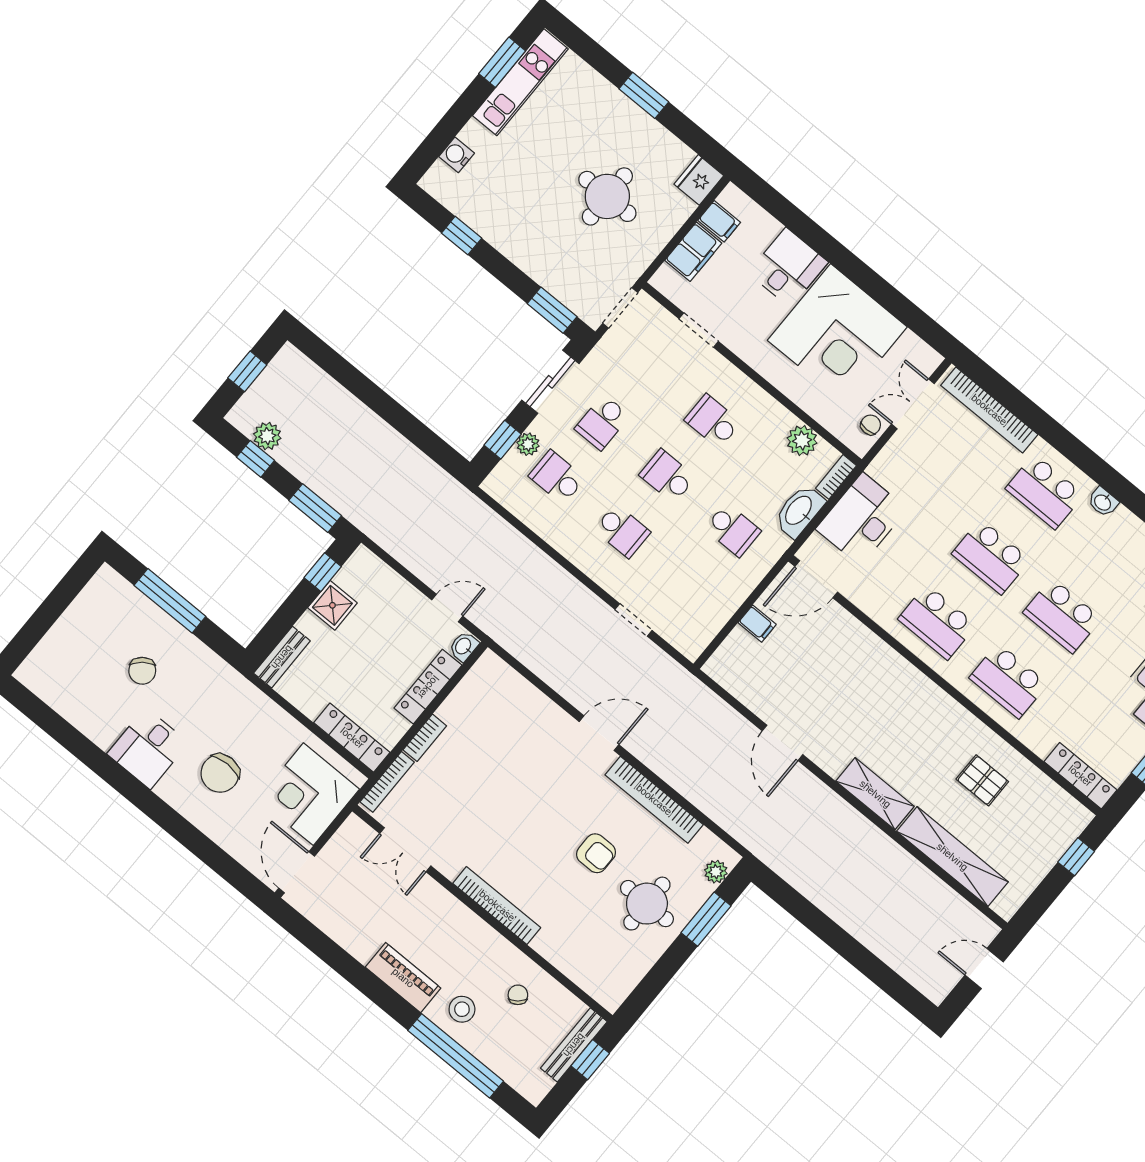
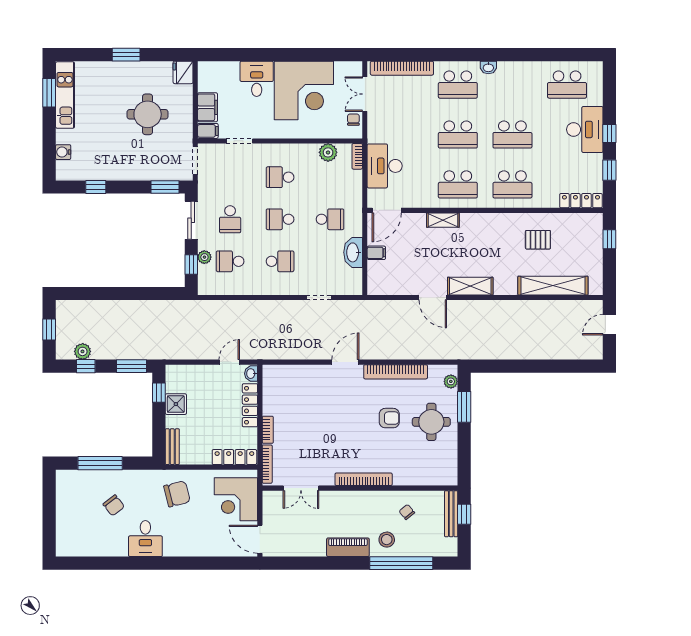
filing cabinet: (719, 221) -> (208, 131), moved
washbasin: (799, 511) -> (353, 252), moved
shelving: (879, 653) -> (443, 220), added
chair: (220, 773) -> (177, 494), moved, turned -104
shelving: (875, 794) -> (470, 286), moved

